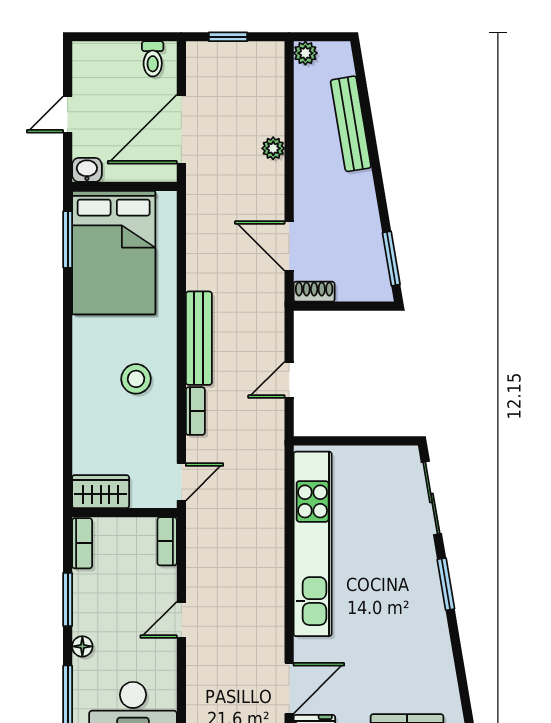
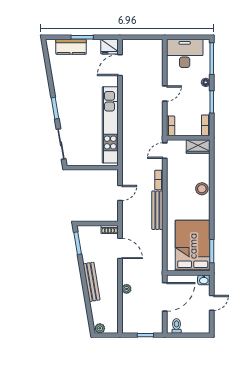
plant: (305, 53) -> (100, 328), moved
bench: (351, 124) -> (91, 282), moved
stool: (136, 379) -> (202, 189), moved

